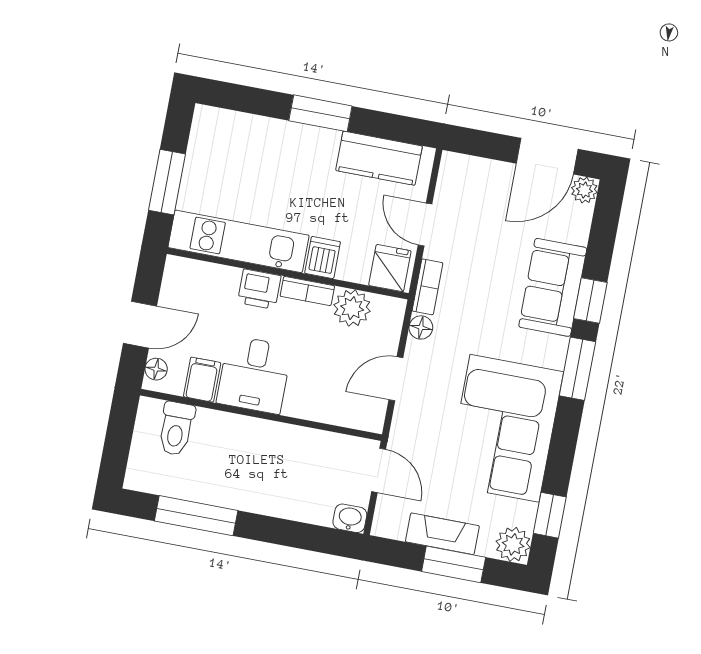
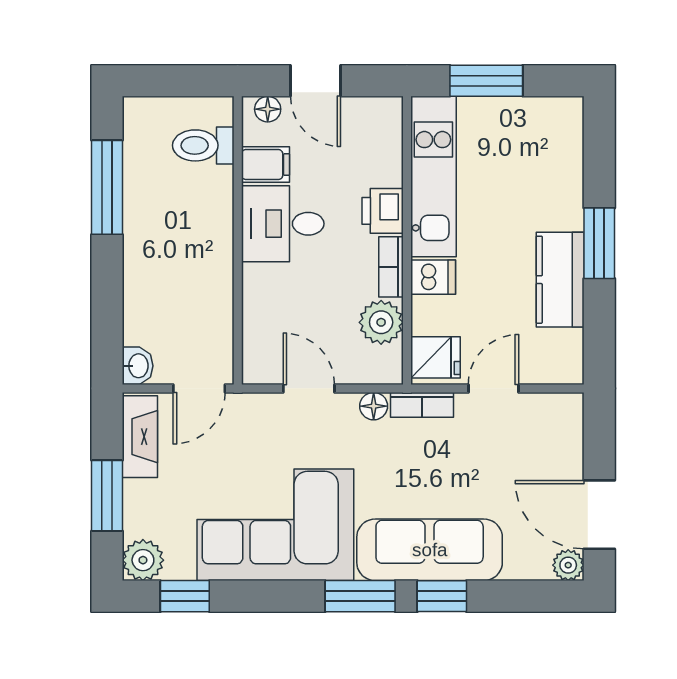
kitchen counter: (379, 158) -> (560, 280), moved
sofa: (553, 287) -> (430, 550), width x1.36
fireplace: (442, 534) -> (140, 437), moved

